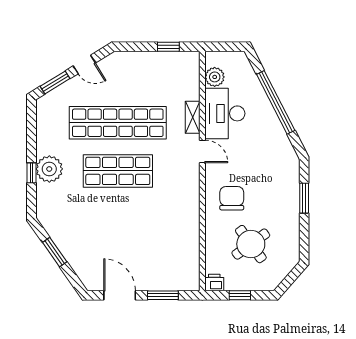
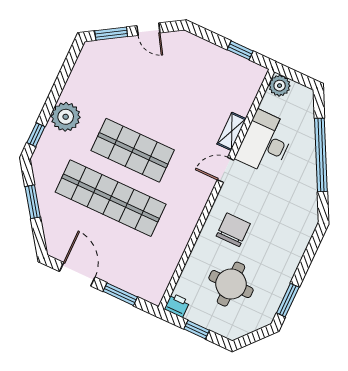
plant: (215, 77) -> (280, 86), moved
shop shelf: (118, 123) -> (111, 198), moved
door: (202, 152) -> (226, 170), swing flipped
window: (32, 173) -> (36, 135), moved
window: (304, 198) -> (288, 300), moved
round table: (251, 244) -> (231, 284), turned 36

